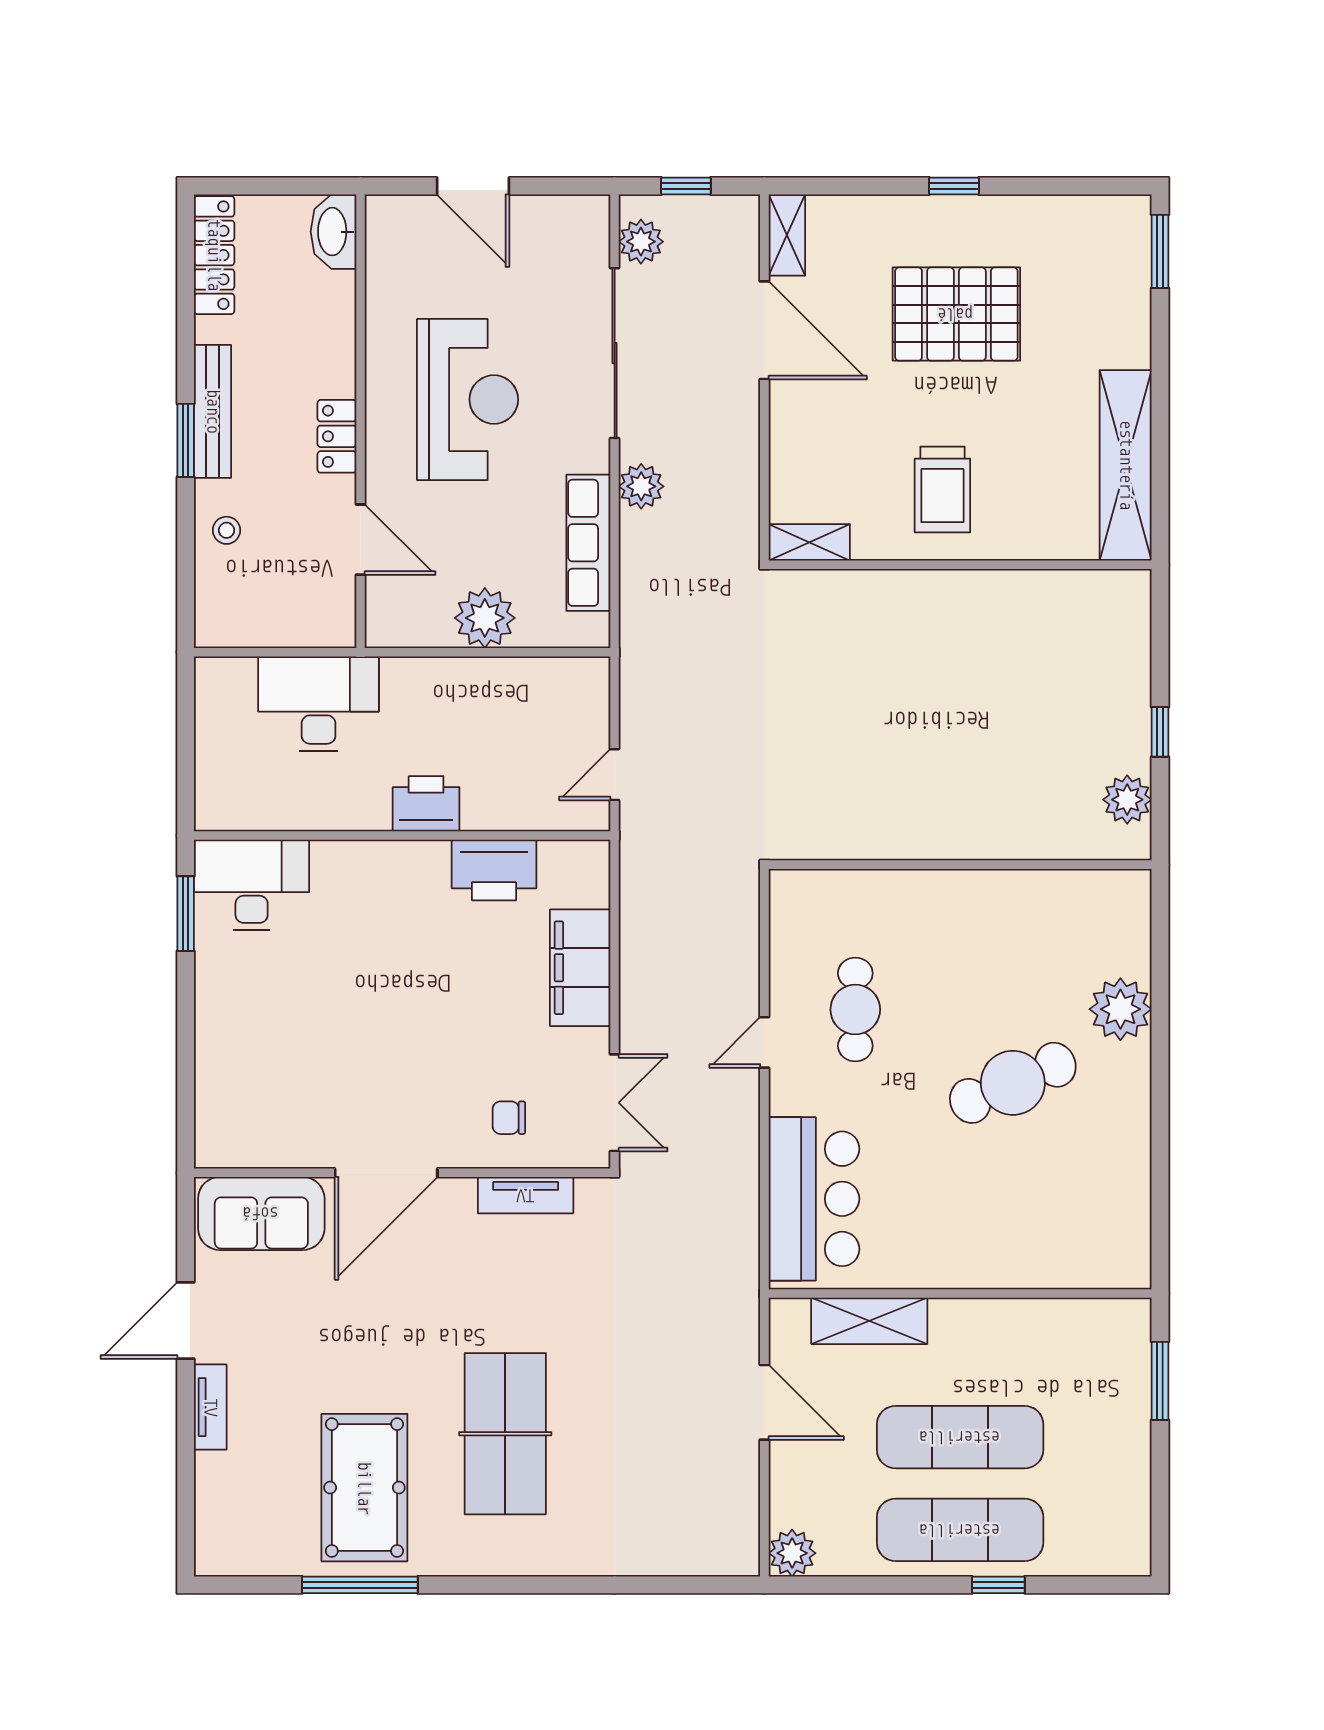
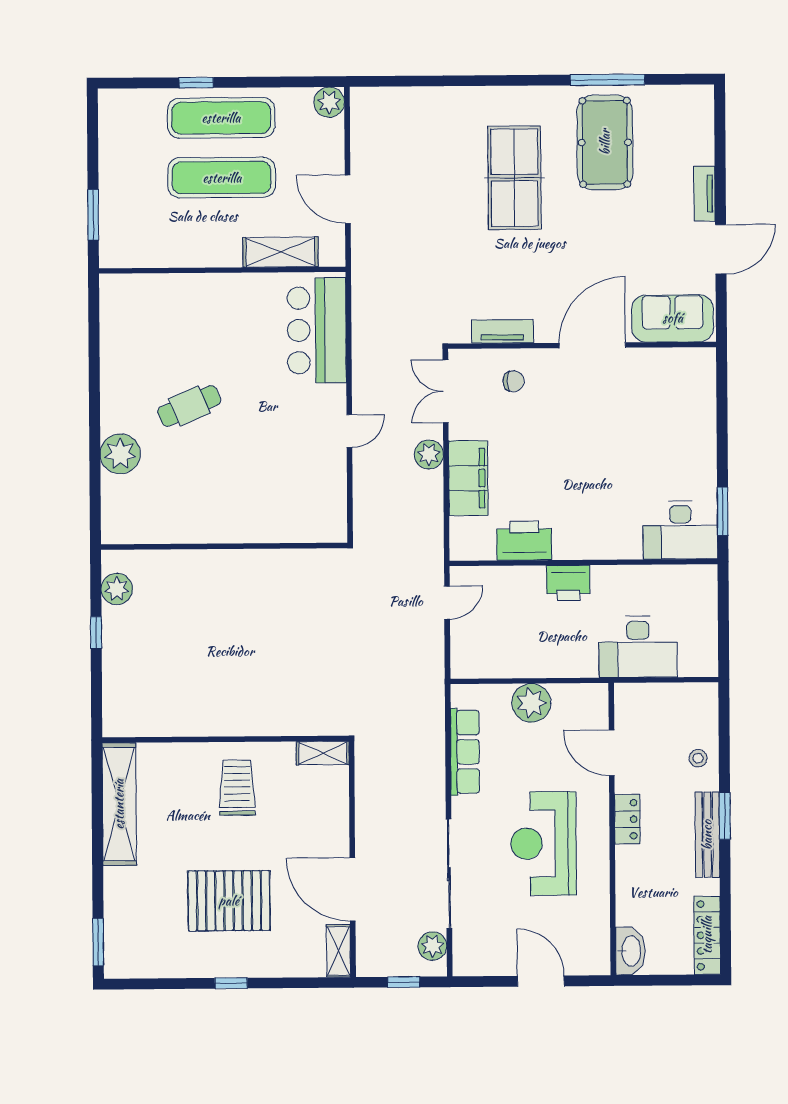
plant: (641, 486) -> (429, 454), moved
cafe table: (855, 1010) -> (291, 452), removed
cafe table: (1013, 1083) -> (189, 406), width x0.73, depth x0.74

